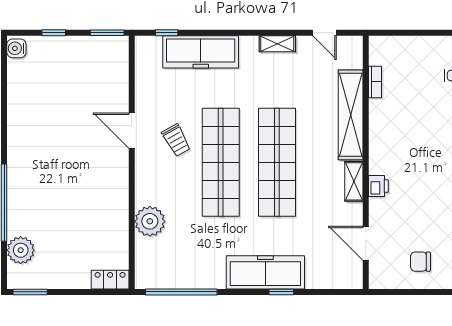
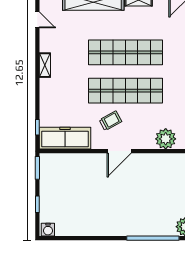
door: (324, 33) -> (37, 20), hinge flipped
shelving: (277, 44) -> (45, 65), moved
freezer: (201, 52) -> (65, 138), moved, turned -90
door: (132, 131) -> (119, 151), moved

